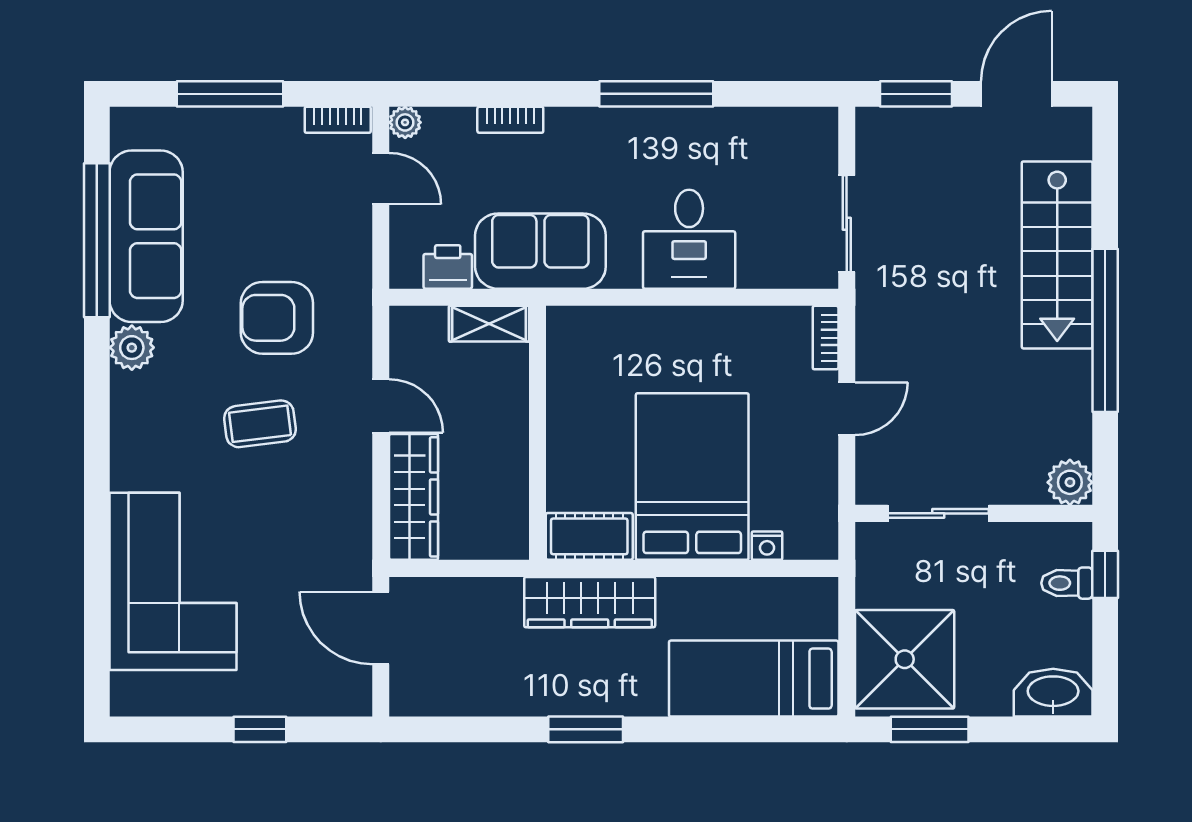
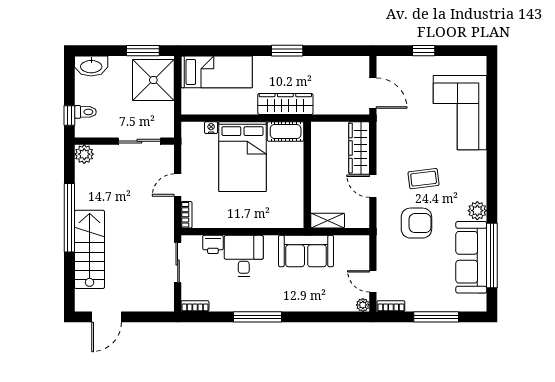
window: (916, 94) -> (149, 317), removed
bookcase: (510, 120) -> (195, 306), moved
printer: (448, 267) -> (213, 244), moved

